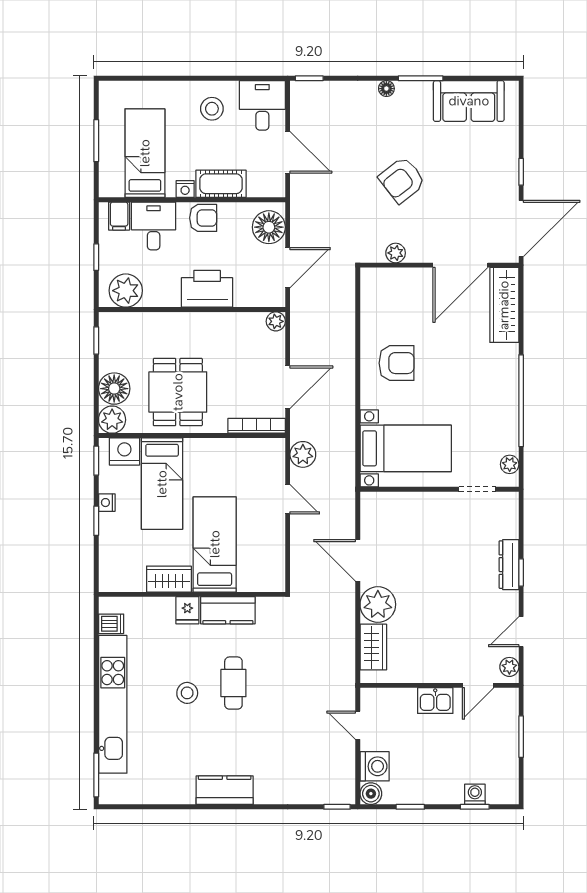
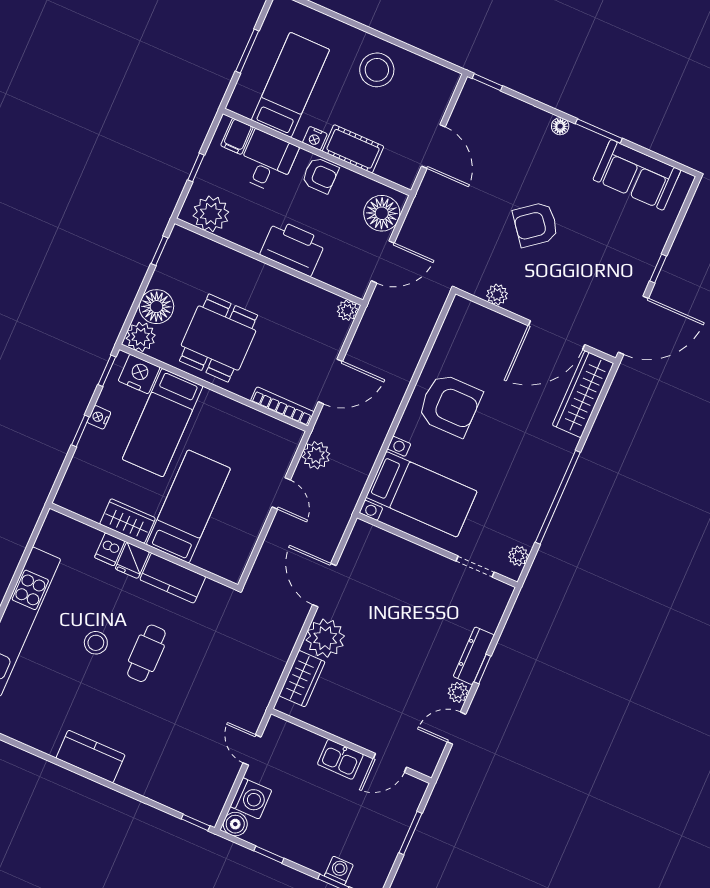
desk: (262, 105) -> (429, 89), removed
stool: (212, 109) -> (377, 70), width x1.38, depth x1.38
armchair: (397, 363) -> (450, 405), width x1.36, depth x1.36
dishwasher: (111, 624) -> (110, 549), moved, turned 90
plant: (509, 667) -> (458, 692), moved

